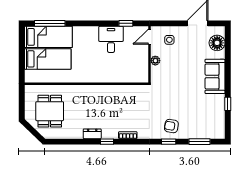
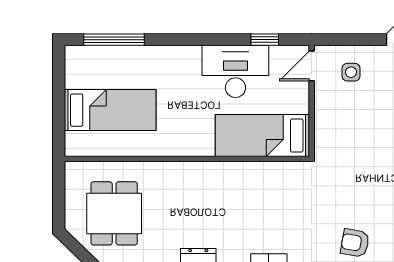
bed: (48, 37) -> (262, 135), moved, turned 180
desk: (111, 39) -> (235, 71), width x1.37
plant: (155, 61) -> (323, 113), removed

